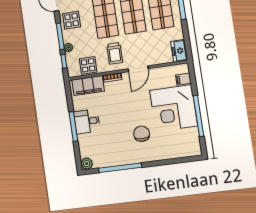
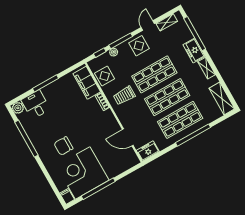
door: (138, 69) -> (128, 137), moved
filing cabinet: (183, 79) -> (67, 196), moved
corner desk: (174, 108) -> (83, 173), moved
desk: (87, 121) -> (36, 105), moved
chair: (142, 134) -> (63, 146), turned 180

